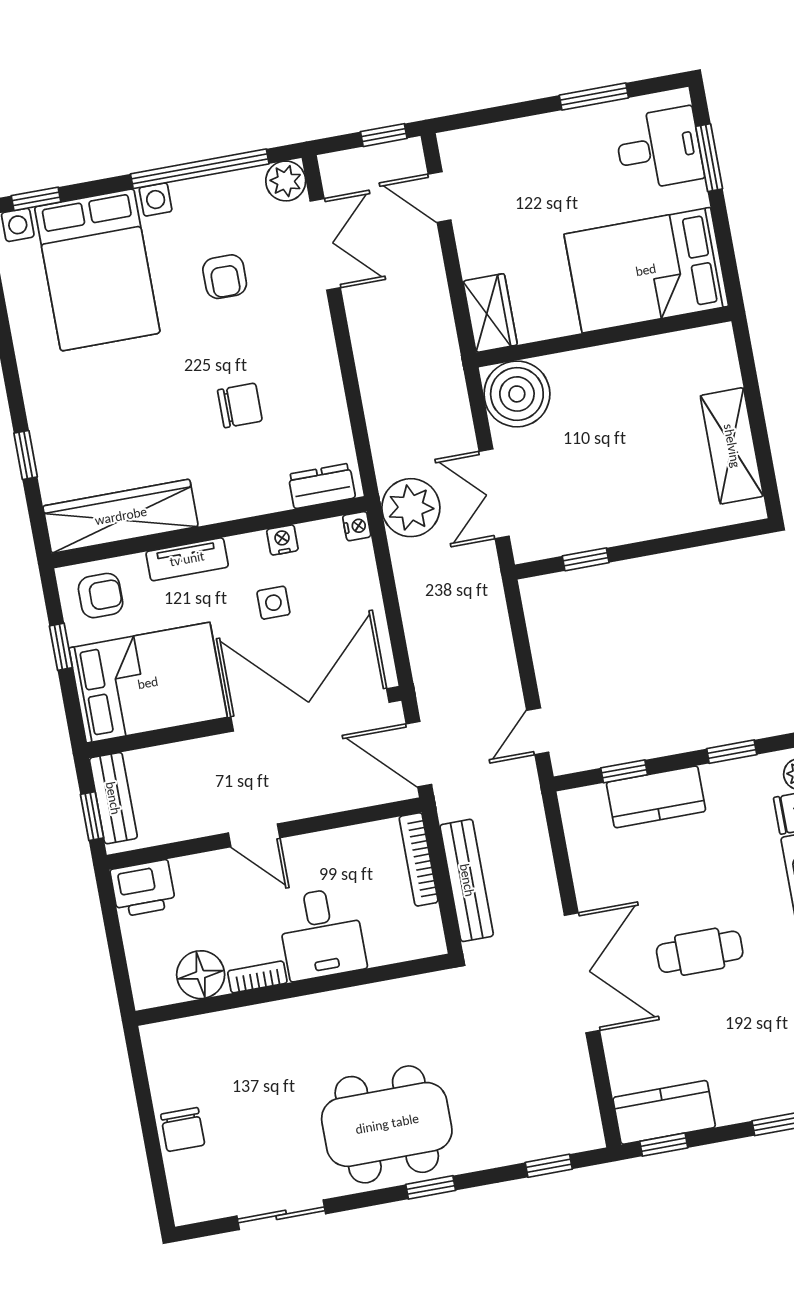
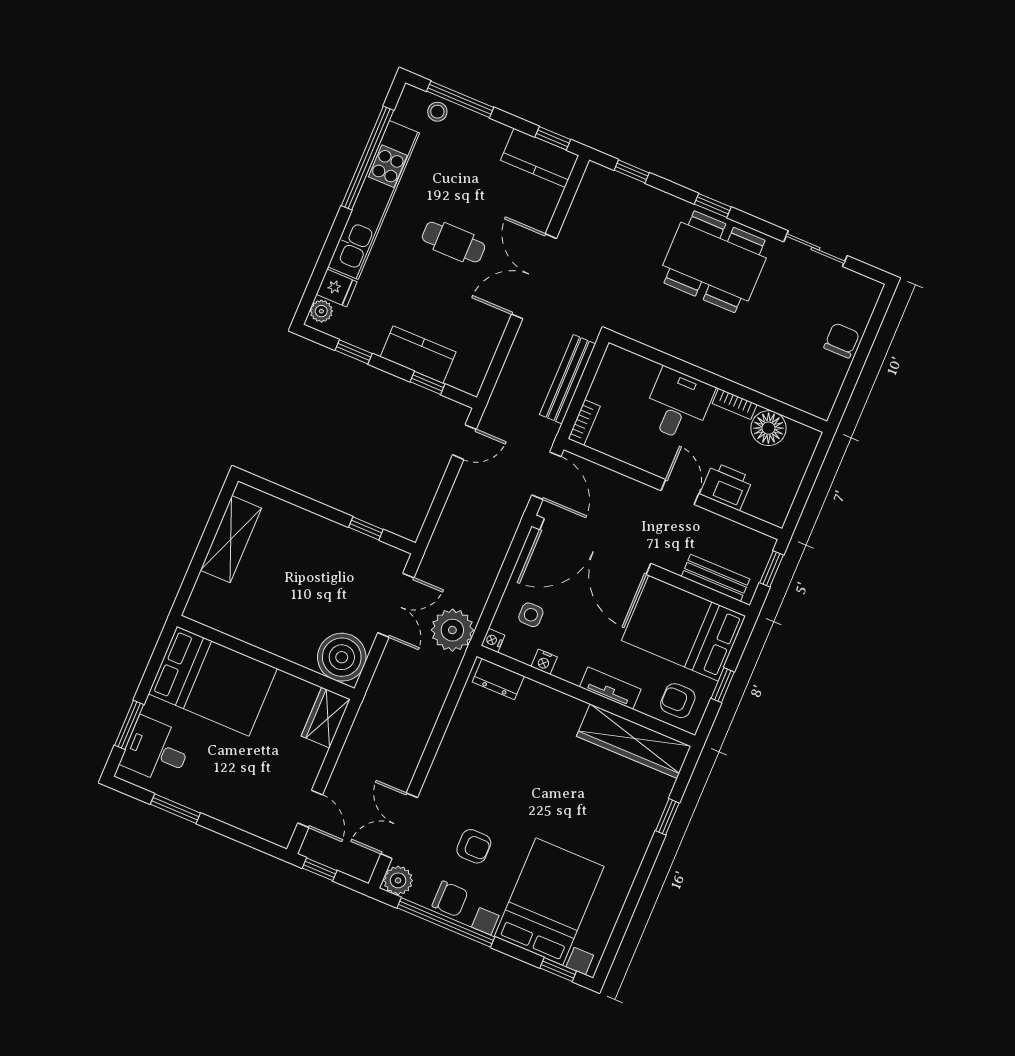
armchair: (225, 277) -> (474, 846), turned 90
chair: (240, 405) -> (450, 899), moved, turned 180
side table: (273, 603) -> (531, 615), moved
bench: (113, 798) -> (715, 578), moved, turned 90
bookcase: (419, 859) -> (584, 422), width x0.64
printer: (143, 888) -> (726, 486), moved

